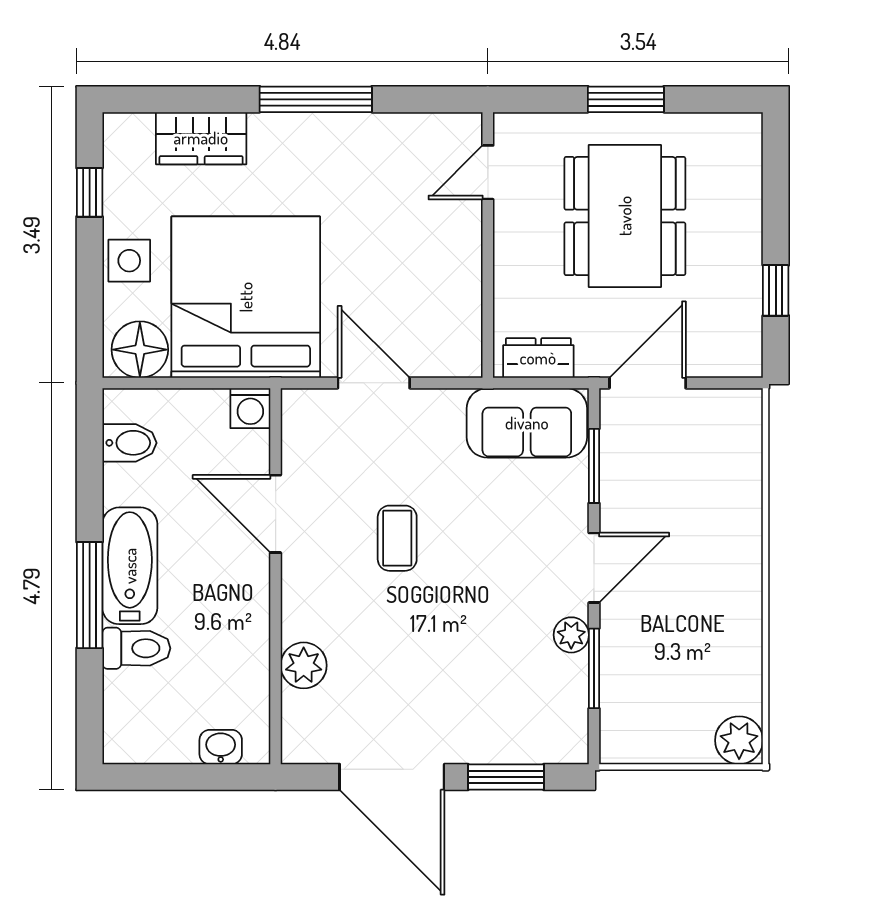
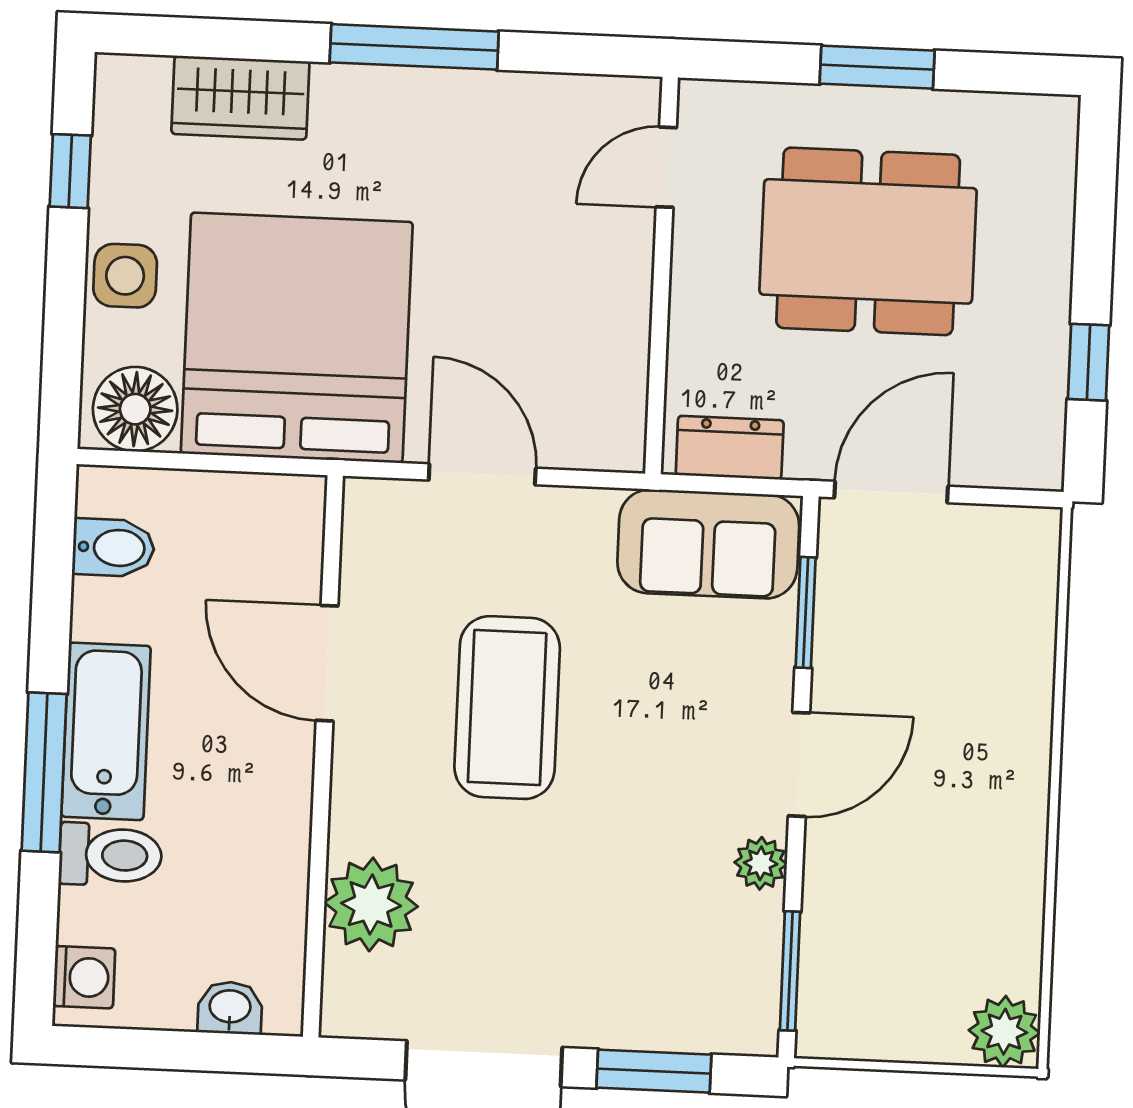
dining table: (625, 216) -> (868, 241), turned 90
washing machine: (250, 408) -> (84, 977), moved, turned -90
coffee table: (397, 538) -> (507, 708), width x1.86, depth x1.72
plant: (304, 665) -> (371, 904), width x1.36, depth x1.36
window: (594, 668) -> (790, 971), moved

